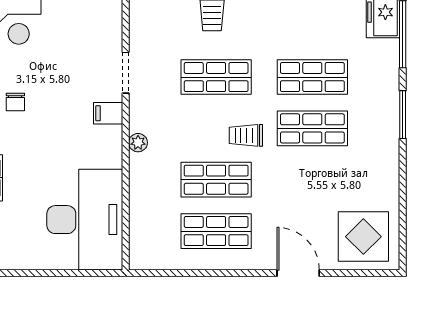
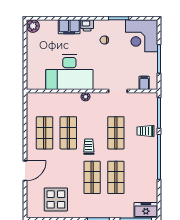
filing cabinet: (108, 113) -> (144, 83), moved
desk: (85, 220) -> (69, 72), moved
display table: (363, 237) -> (56, 199), moved

